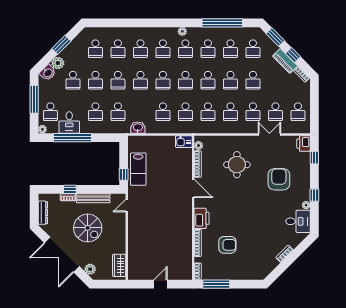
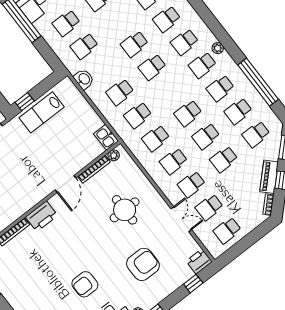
school desk: (118, 80) -> (116, 21), removed
school desk: (185, 80) -> (170, 90), removed
armchair: (227, 245) -> (85, 284), moved, turned 90

